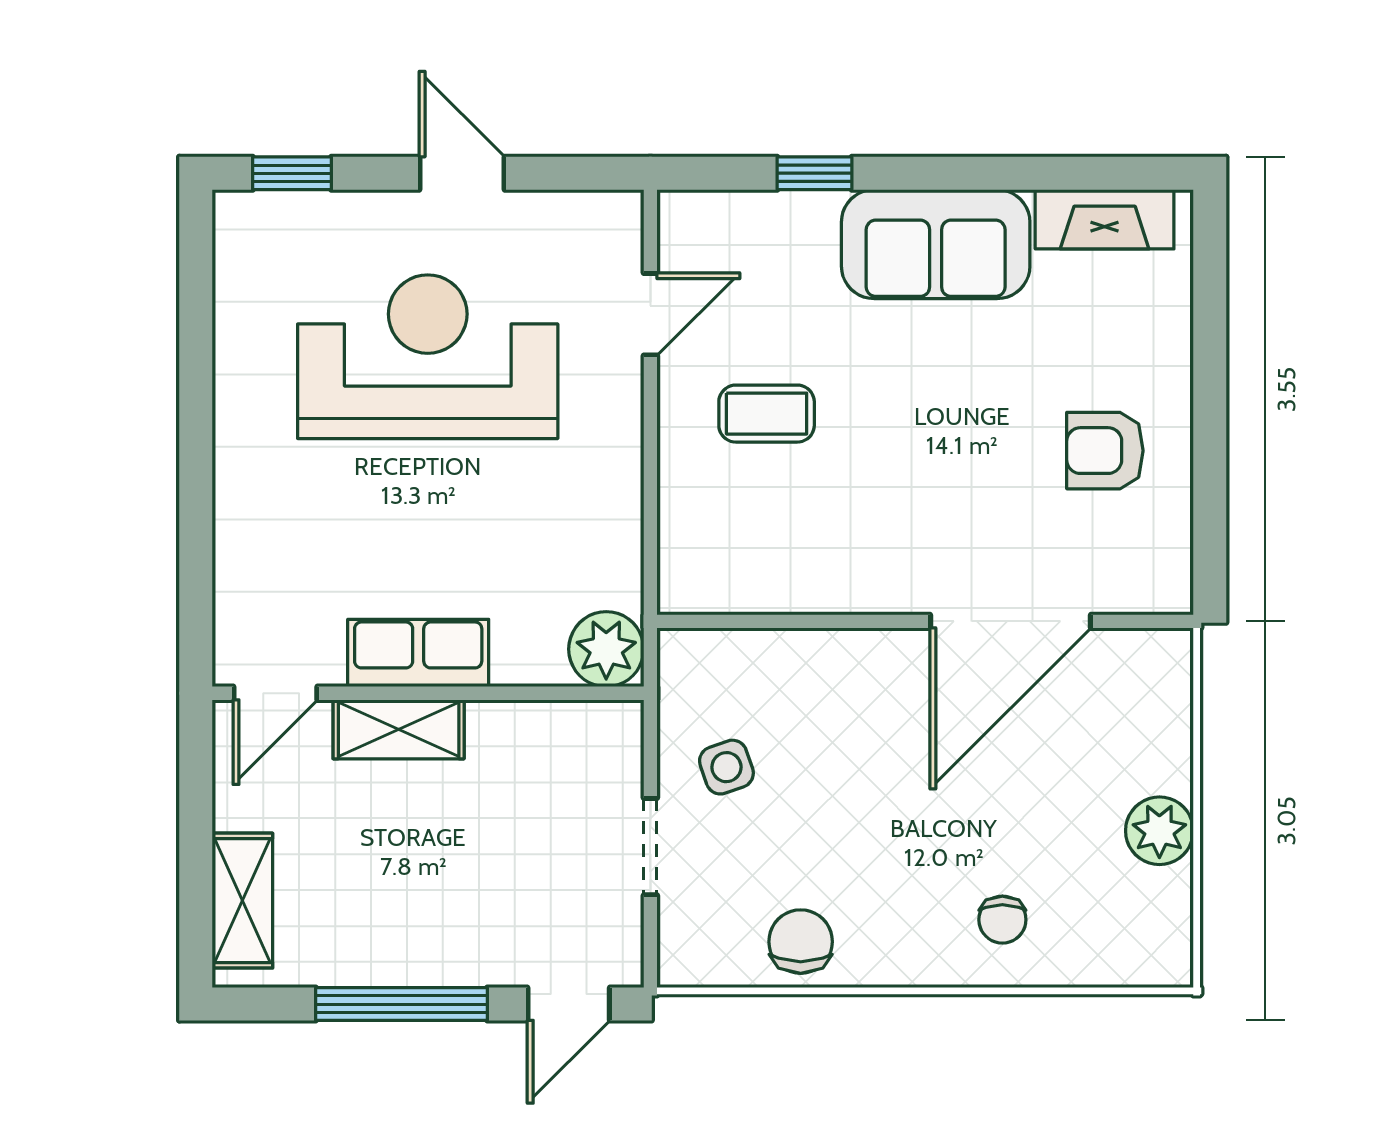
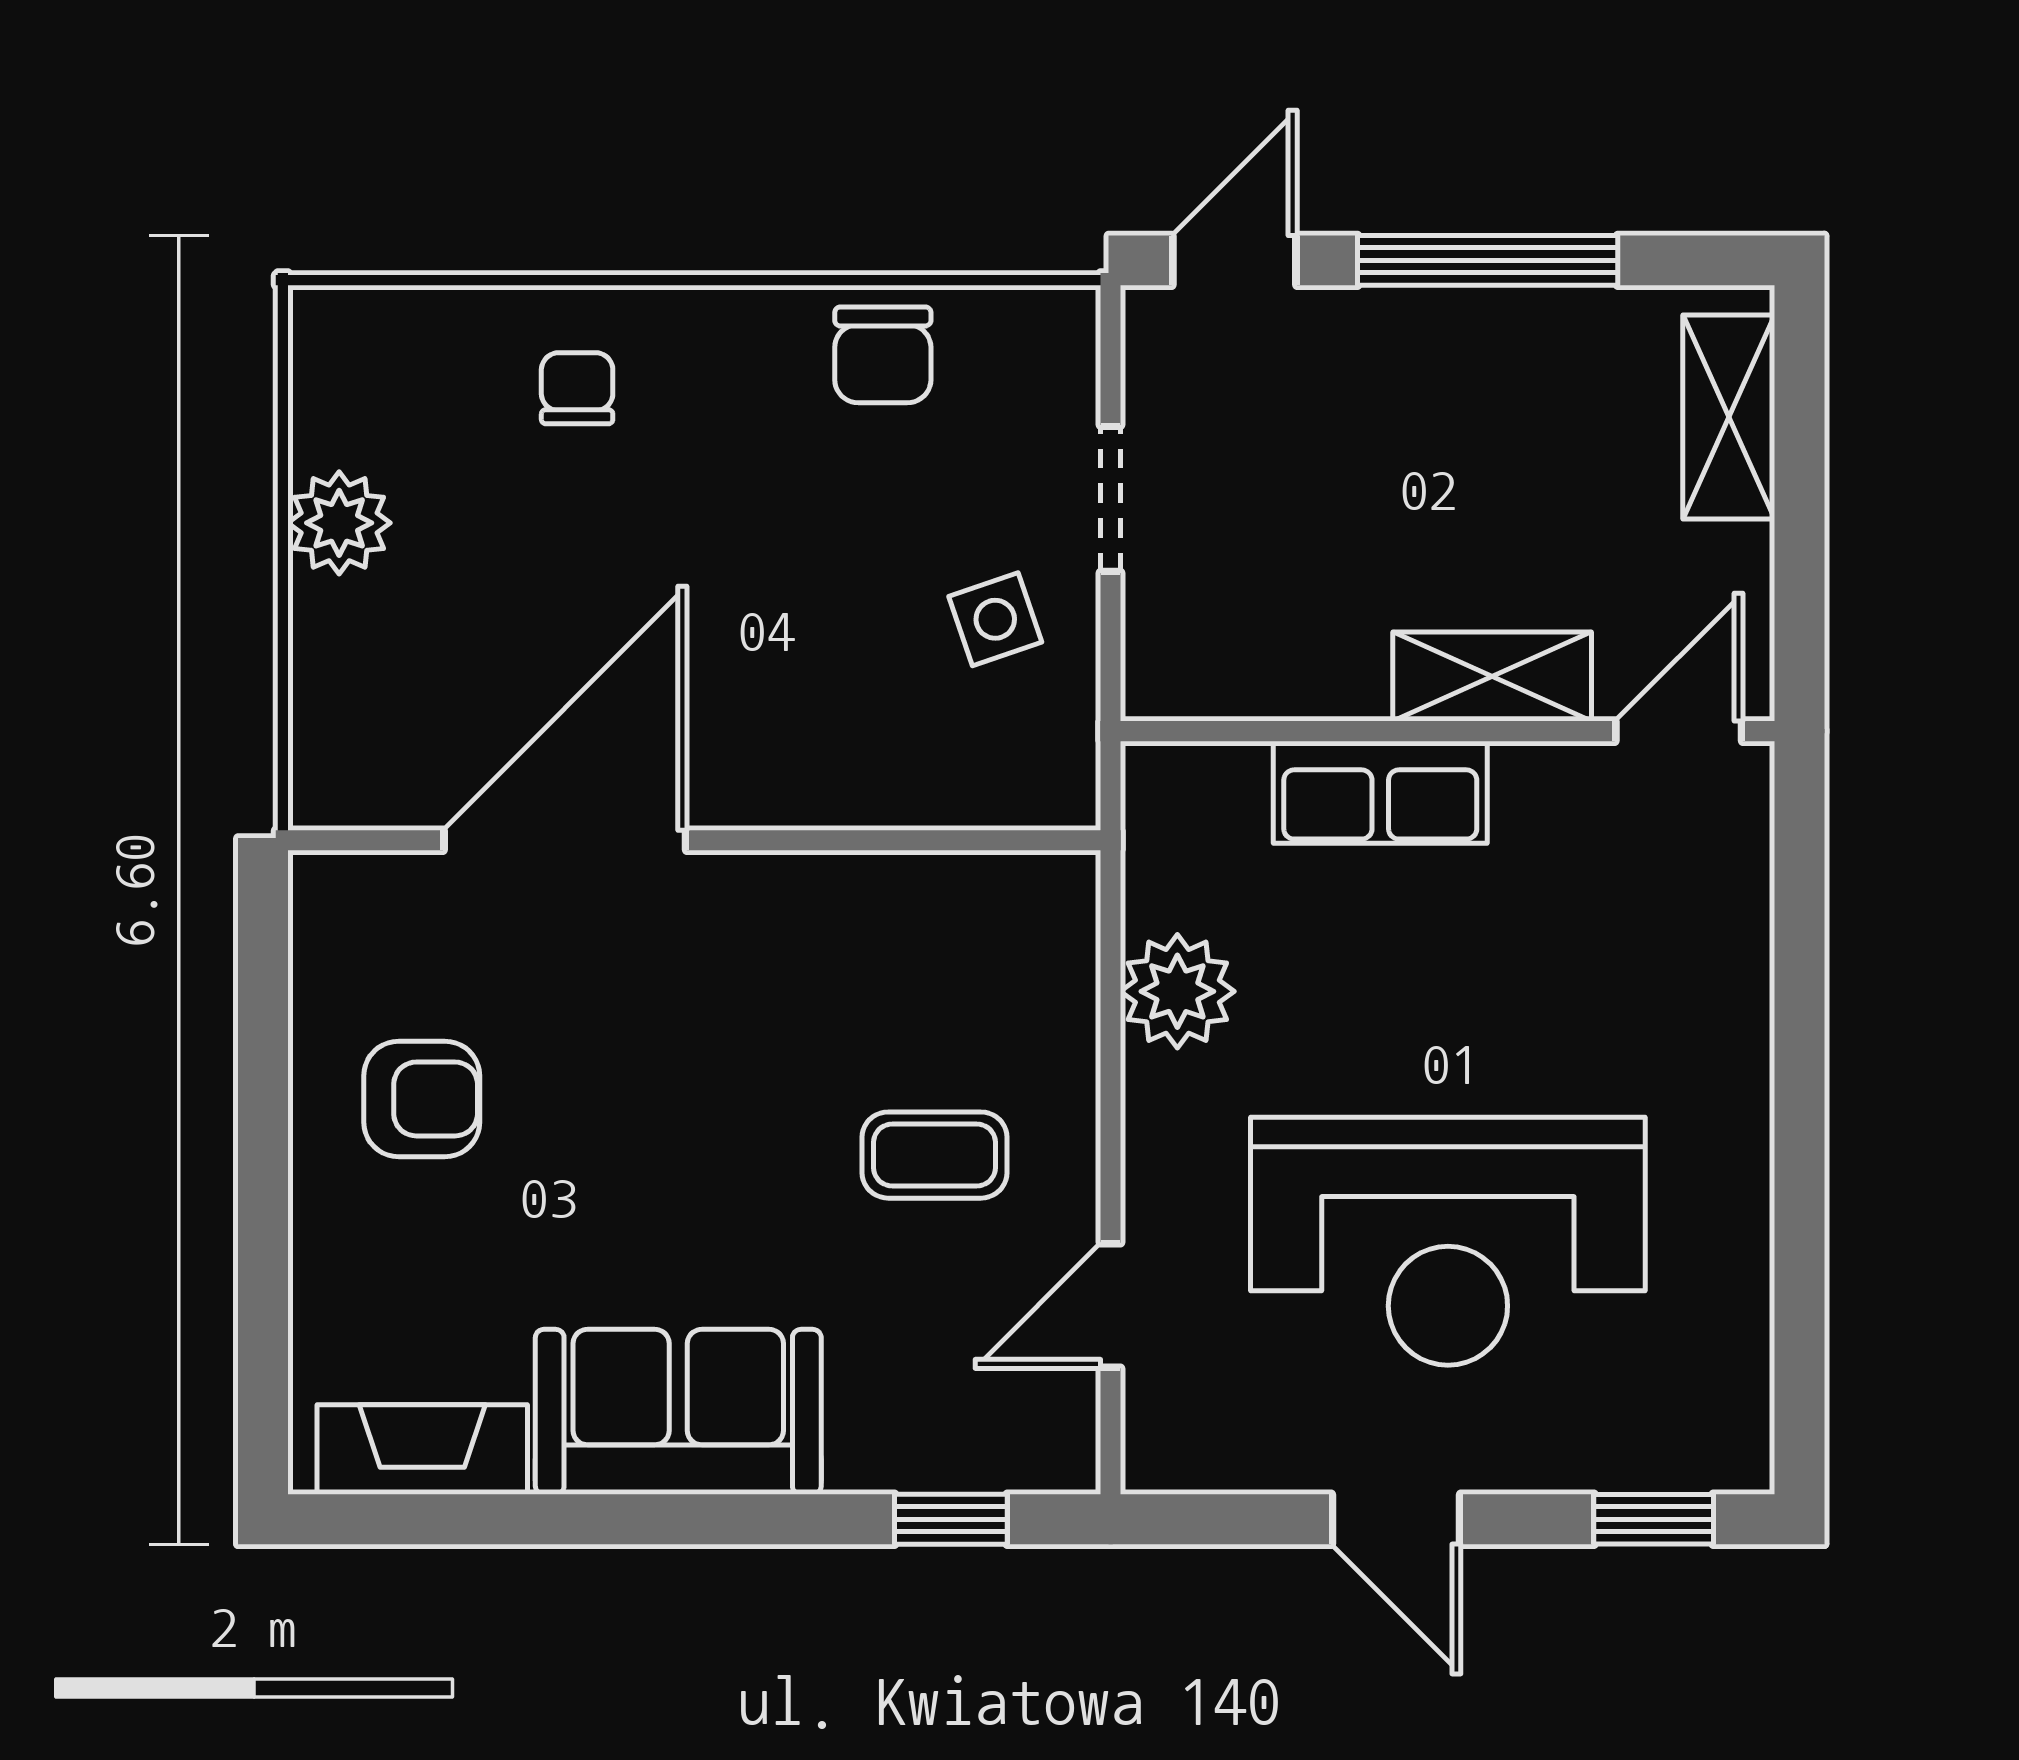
window: (815, 173) -> (951, 1519), moved
plant: (606, 649) -> (1177, 991), moved
row of seats: (418, 653) -> (1380, 792), moved

